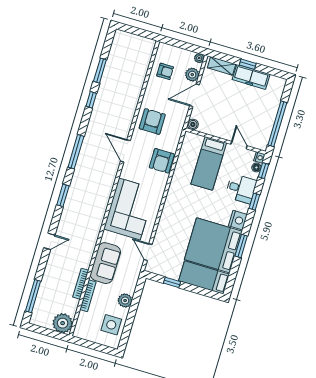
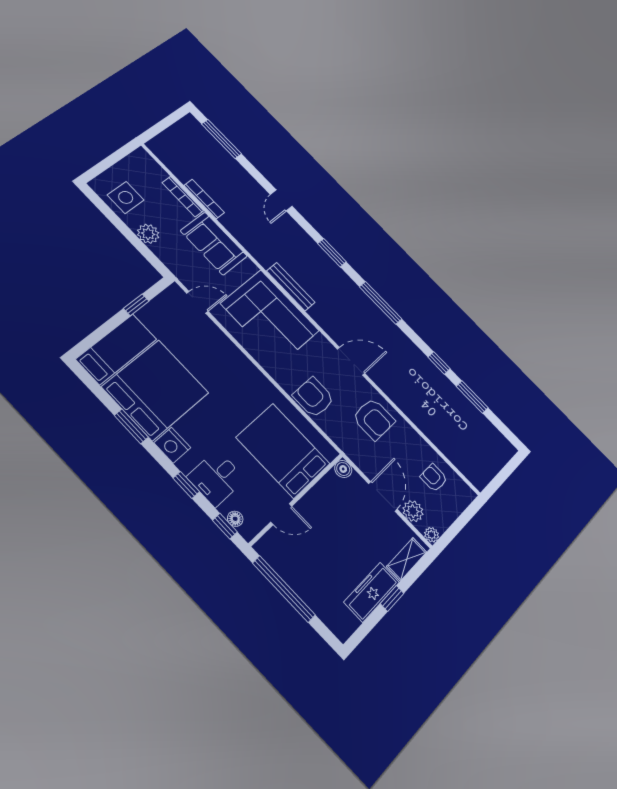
armchair: (165, 71) -> (434, 478), turned 90
nightstand: (259, 157) -> (248, 532), removed
bed: (209, 163) -> (283, 451), width x1.50
bench: (102, 207) -> (291, 287), added
plant: (63, 323) -> (165, 147), removed

